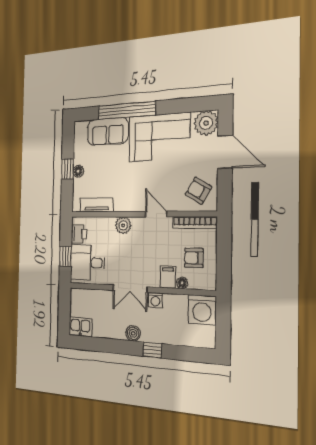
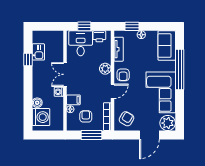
sofa: (108, 131) -> (167, 46), moved
window: (67, 169) -> (132, 26), moved
armchair: (132, 197) -> (123, 75), added
window: (224, 249) -> (91, 135), added
washing machine: (202, 310) -> (41, 117), moved, turned 180
kitchen sink: (80, 327) -> (38, 52), moved
boiler: (133, 333) -> (37, 103), moved
window: (152, 350) -> (28, 60), moved

